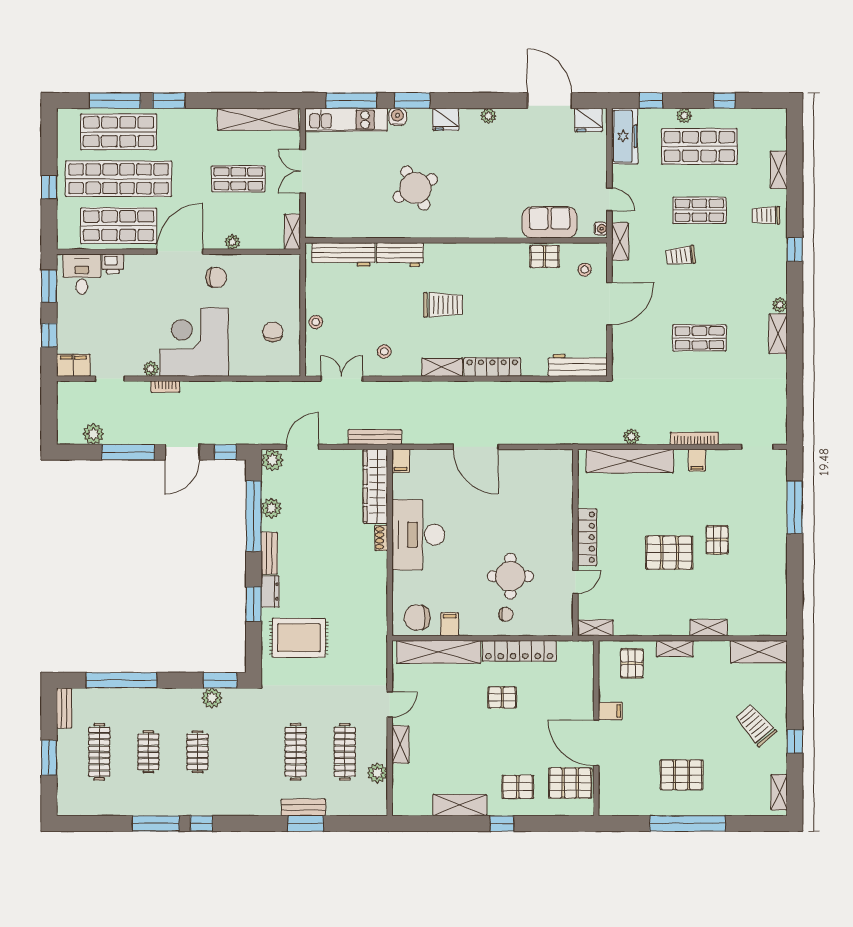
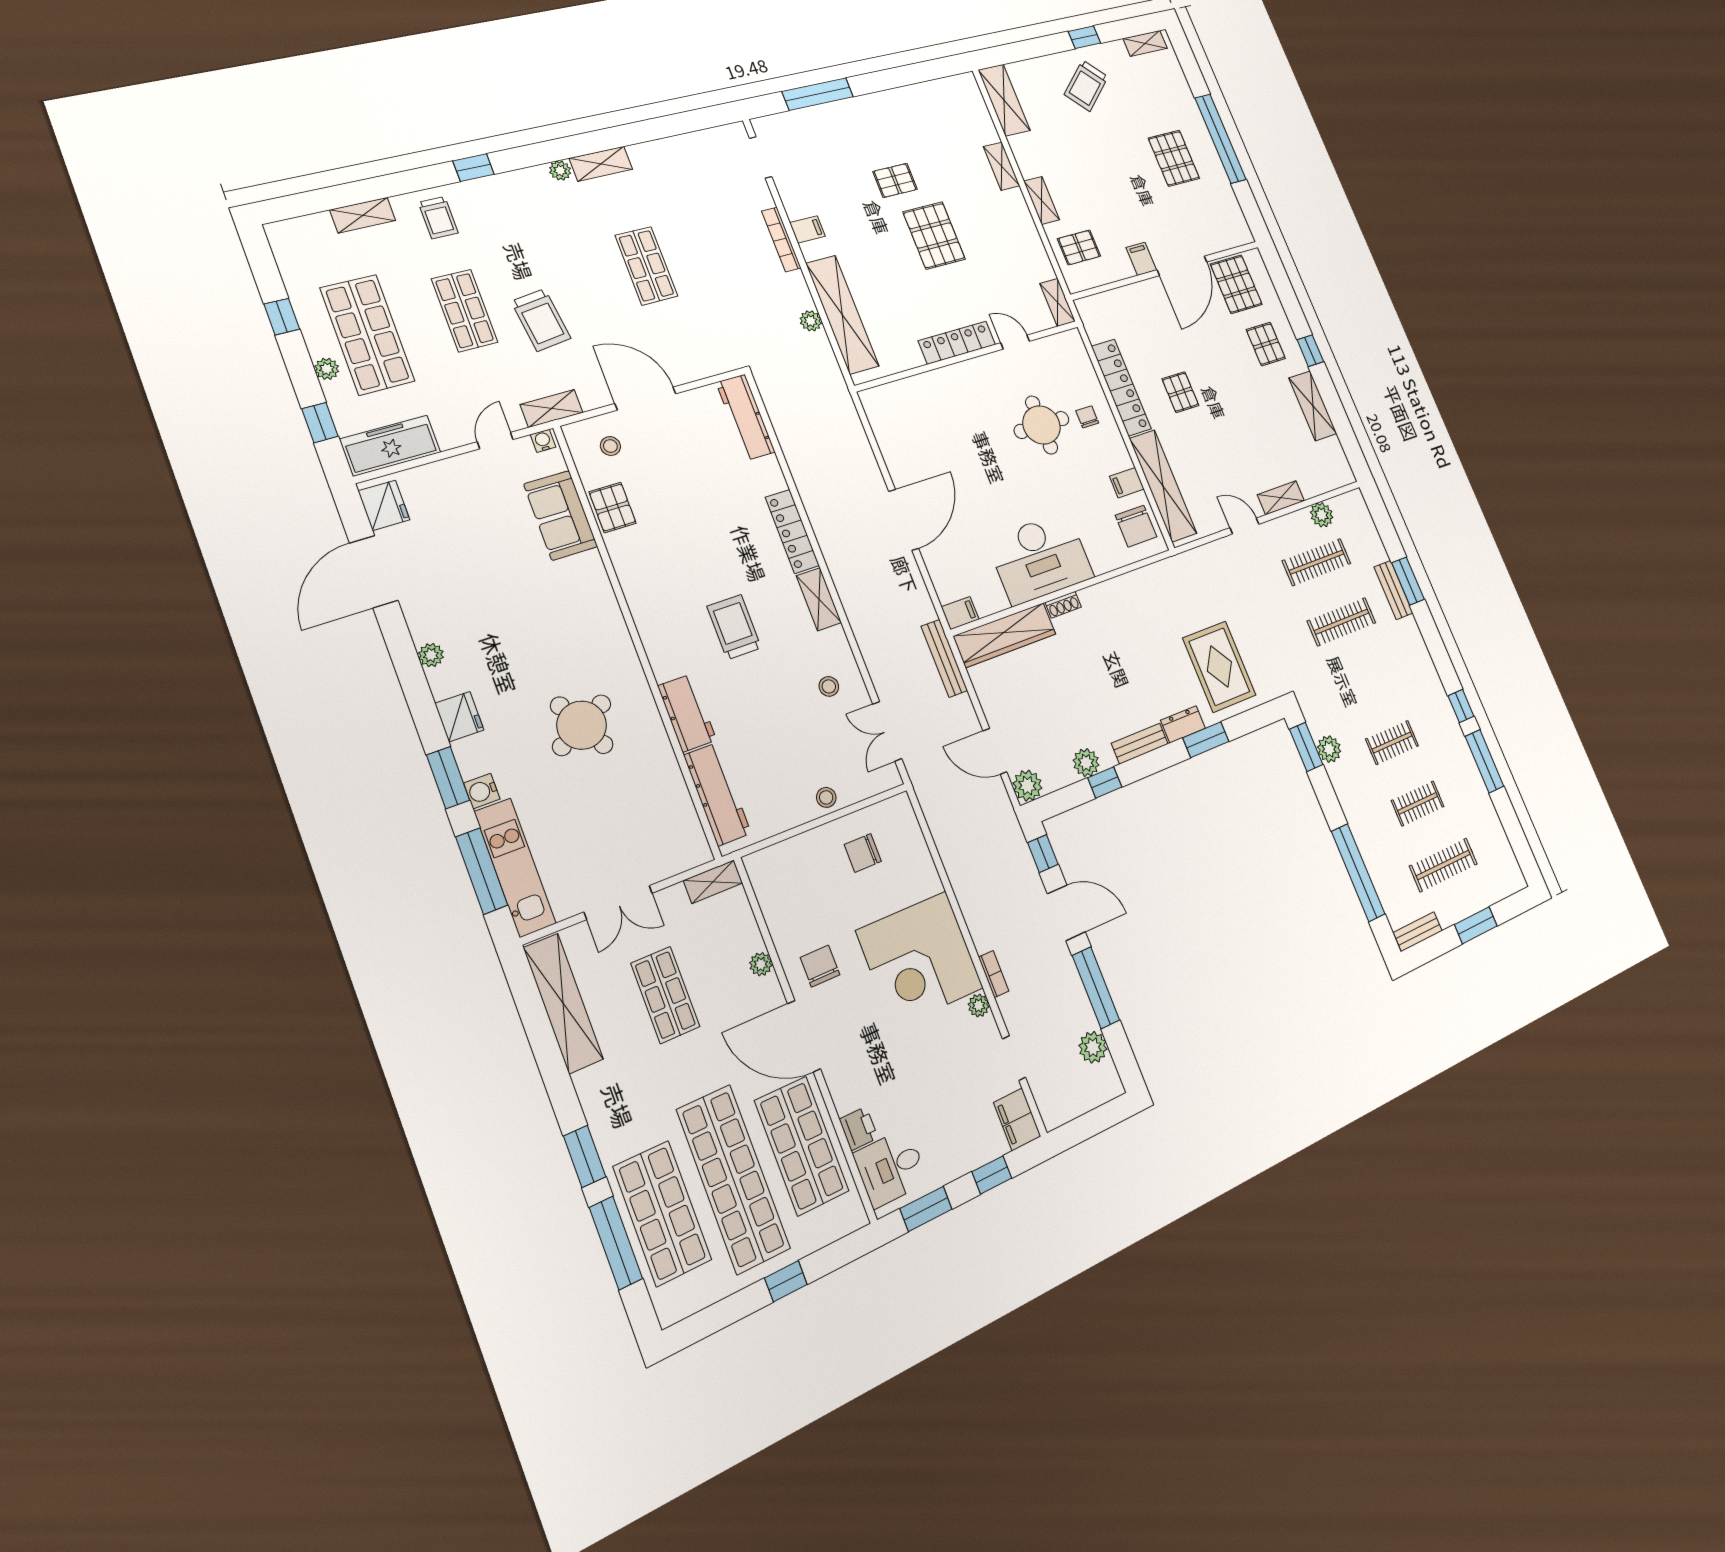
trolley: (681, 256) -> (541, 320), width x1.36, depth x1.39
window: (254, 516) -> (1105, 782), width x0.32

